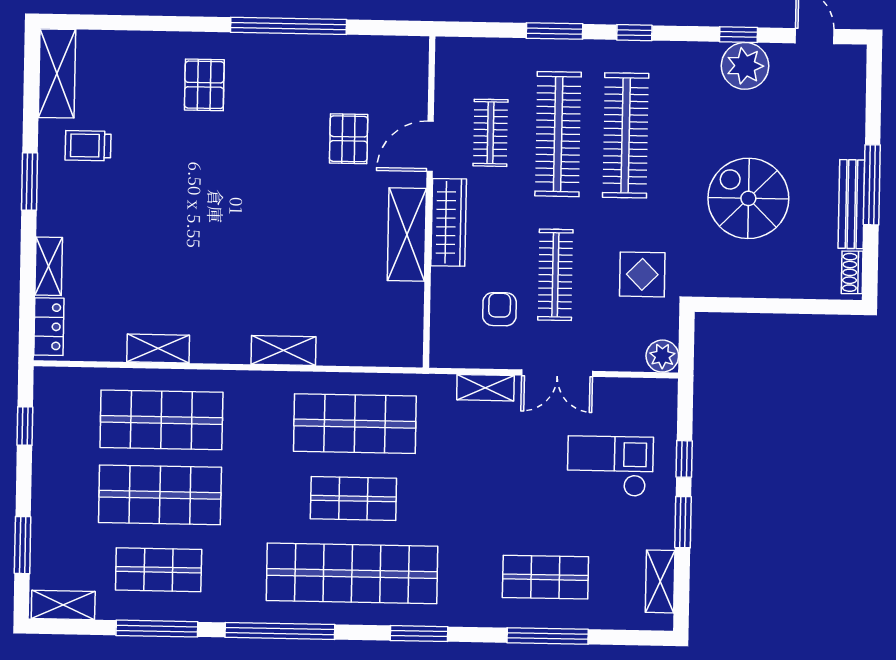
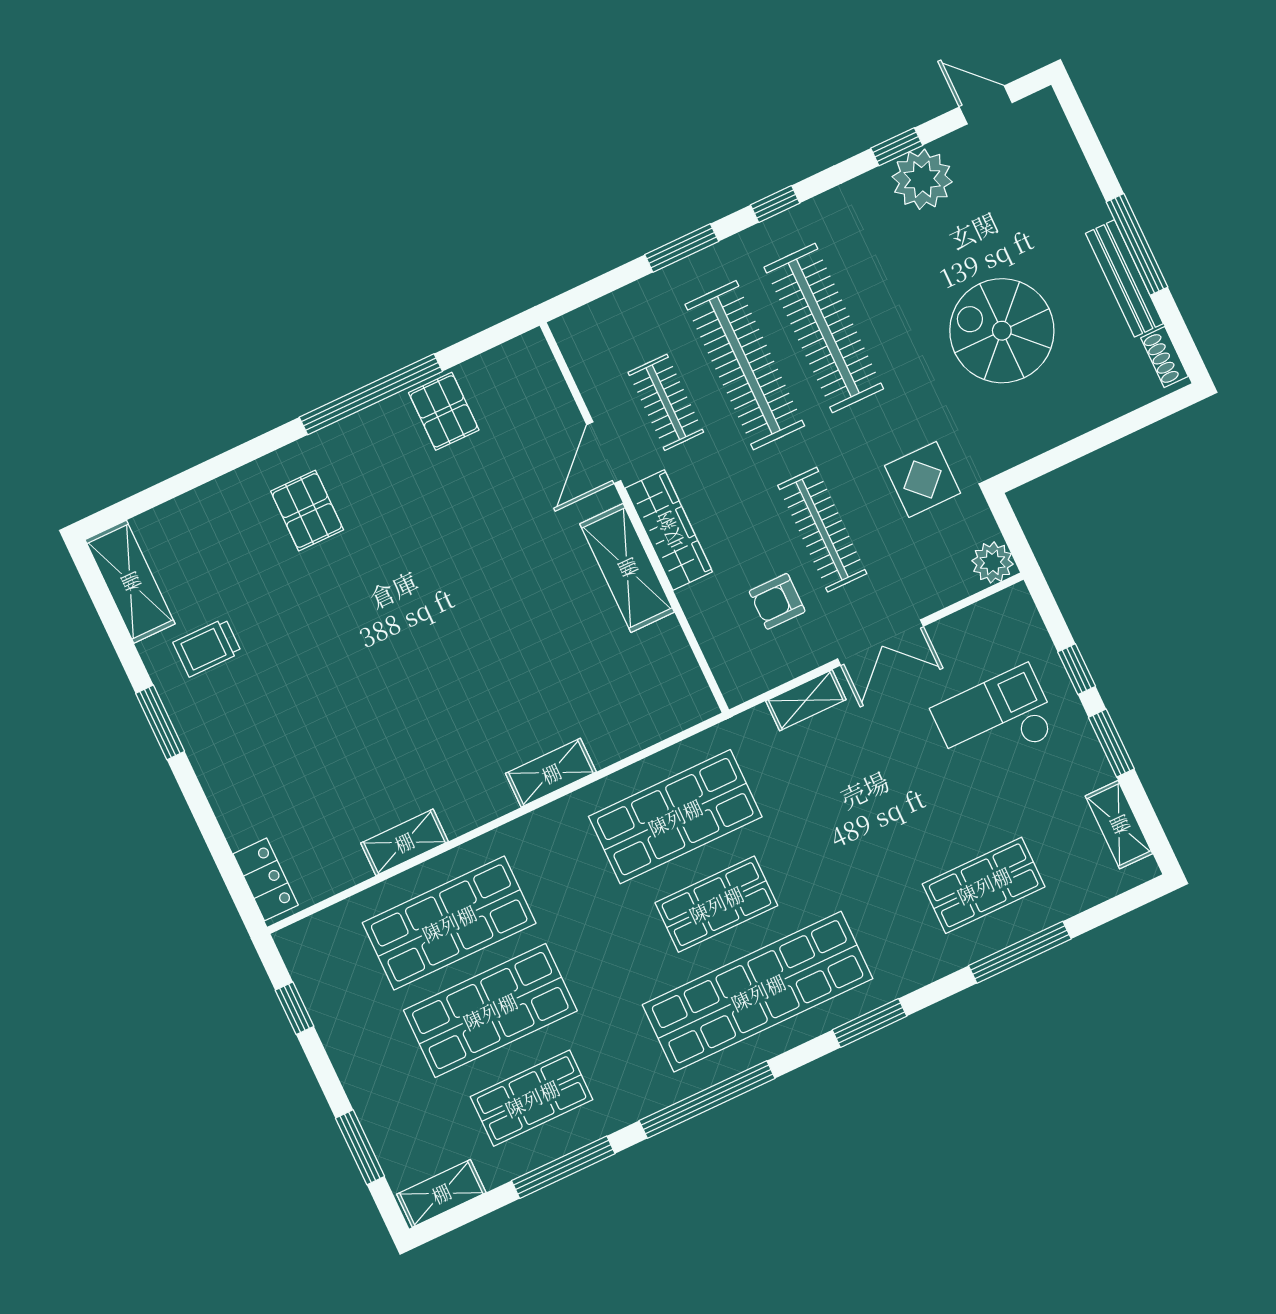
pallet: (349, 139) -> (444, 411), moved
shelving: (49, 266) -> (231, 810), removed
armchair: (499, 309) -> (777, 601), turned -90

